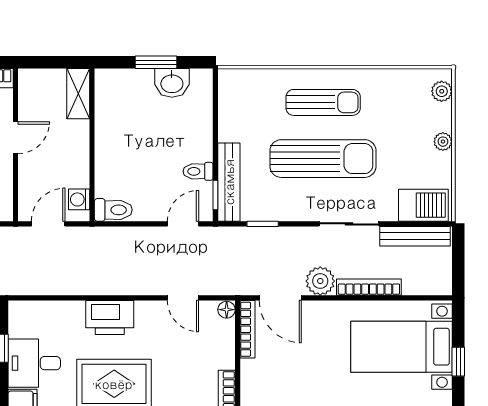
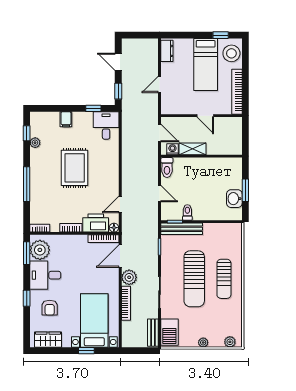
shelving: (78, 94) -> (192, 149), moved
door: (183, 224) -> (160, 194), moved
bench: (415, 236) -> (153, 333), width x0.73
printer: (110, 318) -> (96, 223), moved, turned 90
desk: (34, 363) -> (106, 125), moved

